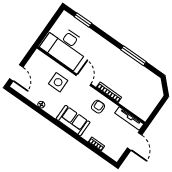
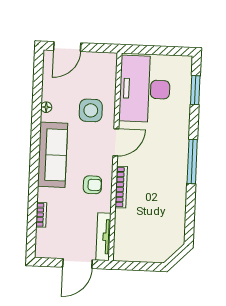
window: (134, 56) -> (192, 162), moved
sofa: (73, 121) -> (53, 155), width x1.36

